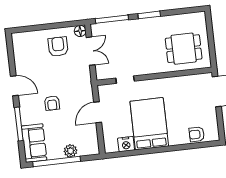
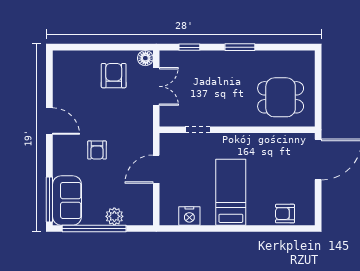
window: (112, 19) -> (189, 47), width x0.46
window: (19, 124) -> (49, 200), moved
bed: (149, 124) -> (231, 192), width x0.67

